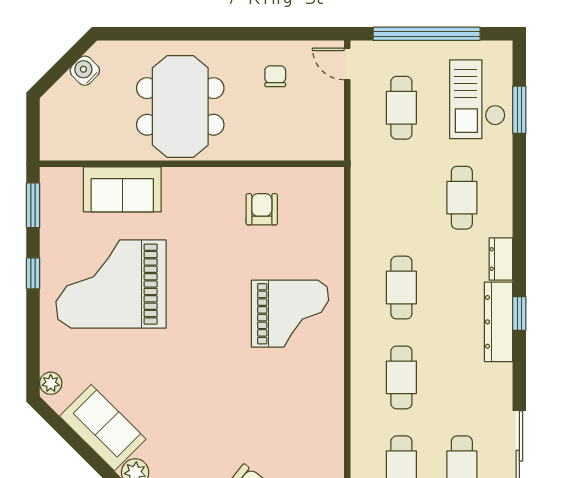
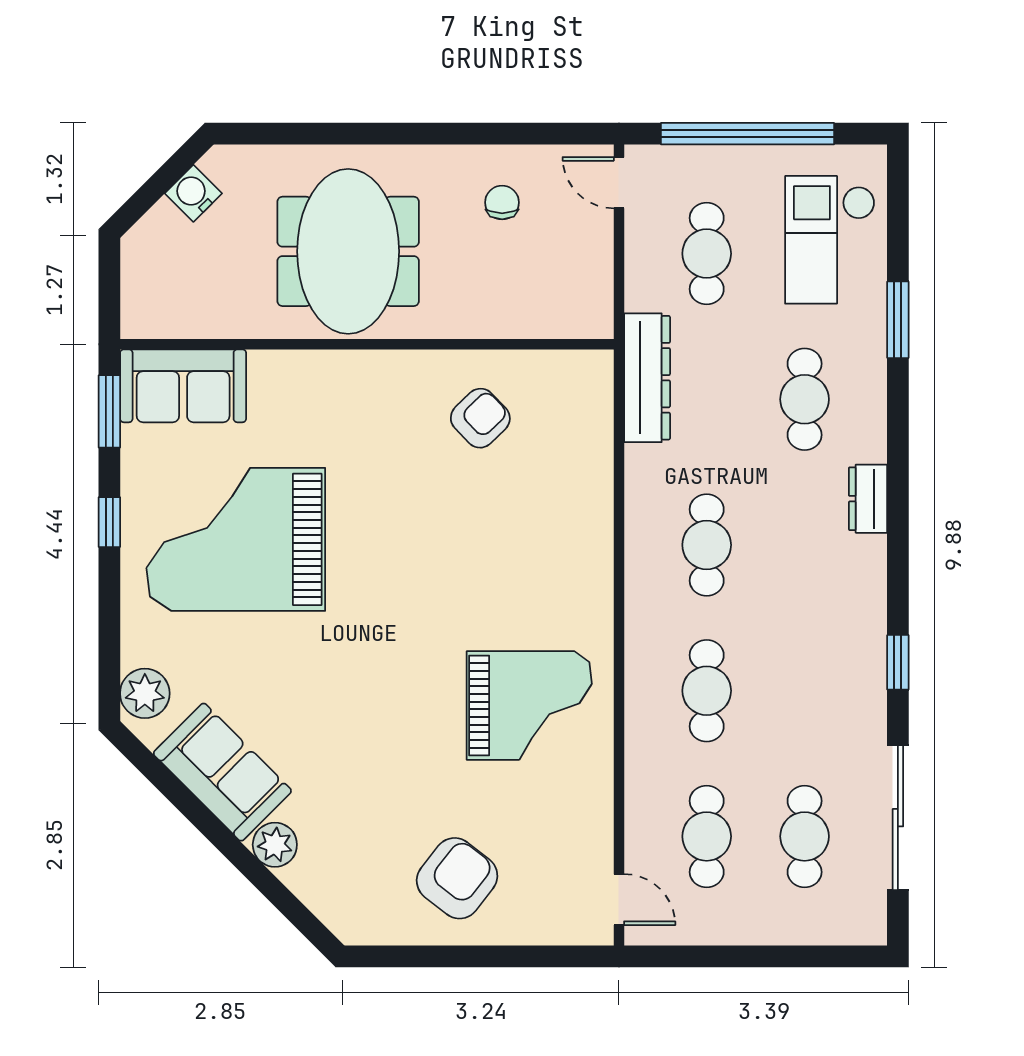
window: (519, 110) -> (898, 320), moved
sofa: (122, 189) -> (183, 386), moved
armchair: (262, 209) -> (480, 418), turned 46
window: (519, 313) -> (898, 662), moved
grand piano: (290, 314) -> (529, 706), moved
dresser: (499, 322) -> (647, 378), moved, turned 180
plant: (51, 383) -> (145, 693), width x1.38, depth x1.38

